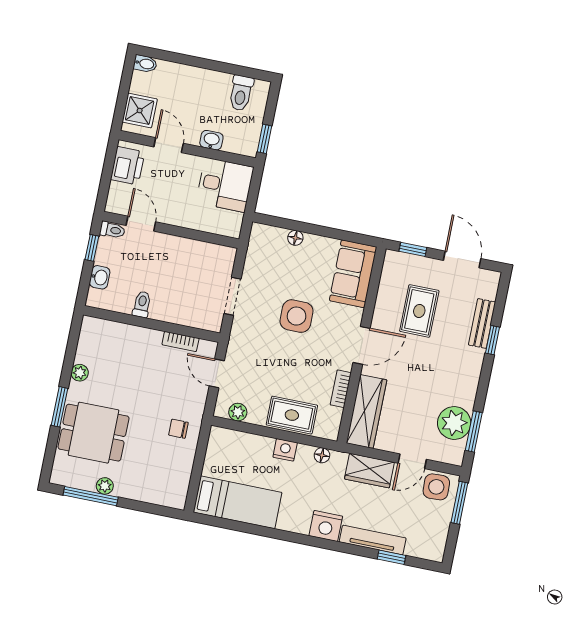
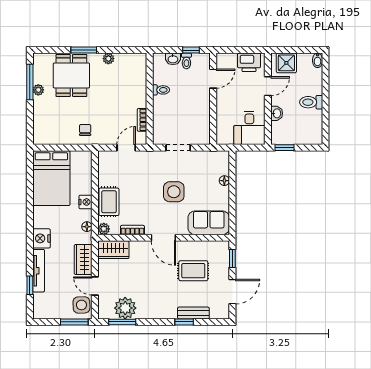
toilet: (241, 93) -> (311, 102), moved
toilet: (112, 230) -> (186, 61), moved
wardrobe: (366, 411) -> (113, 250), width x0.67
plant: (238, 412) -> (104, 229), moved
bed: (237, 502) -> (51, 178), width x1.50

